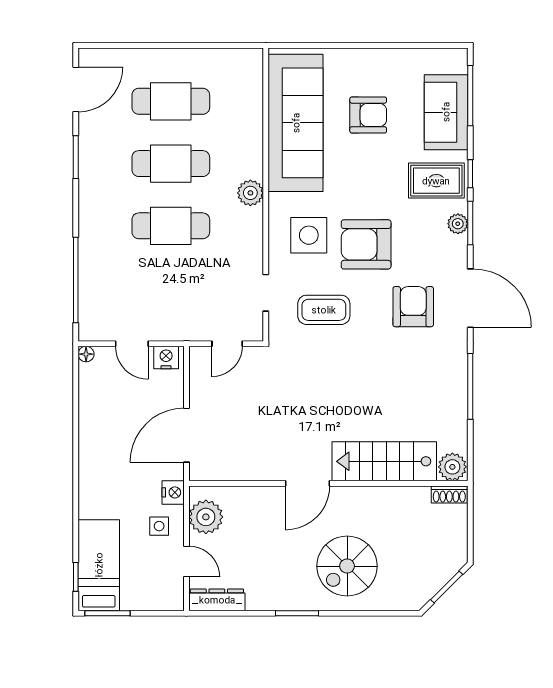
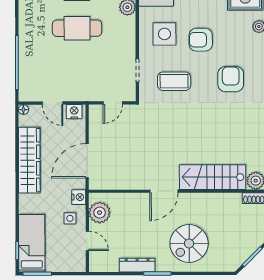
armchair: (366, 244) -> (201, 40), width x0.73, depth x0.73
wardrobe: (95, 434) -> (29, 160), added
dresser: (217, 600) -> (137, 265), moved

